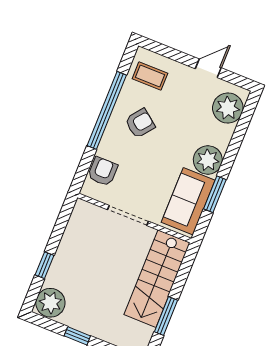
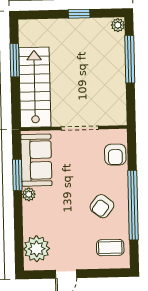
plant: (208, 160) -> (29, 194), width x0.53, depth x0.53
window: (45, 265) -> (130, 59), width x2.17
plant: (50, 303) -> (118, 25), width x0.53, depth x0.53

